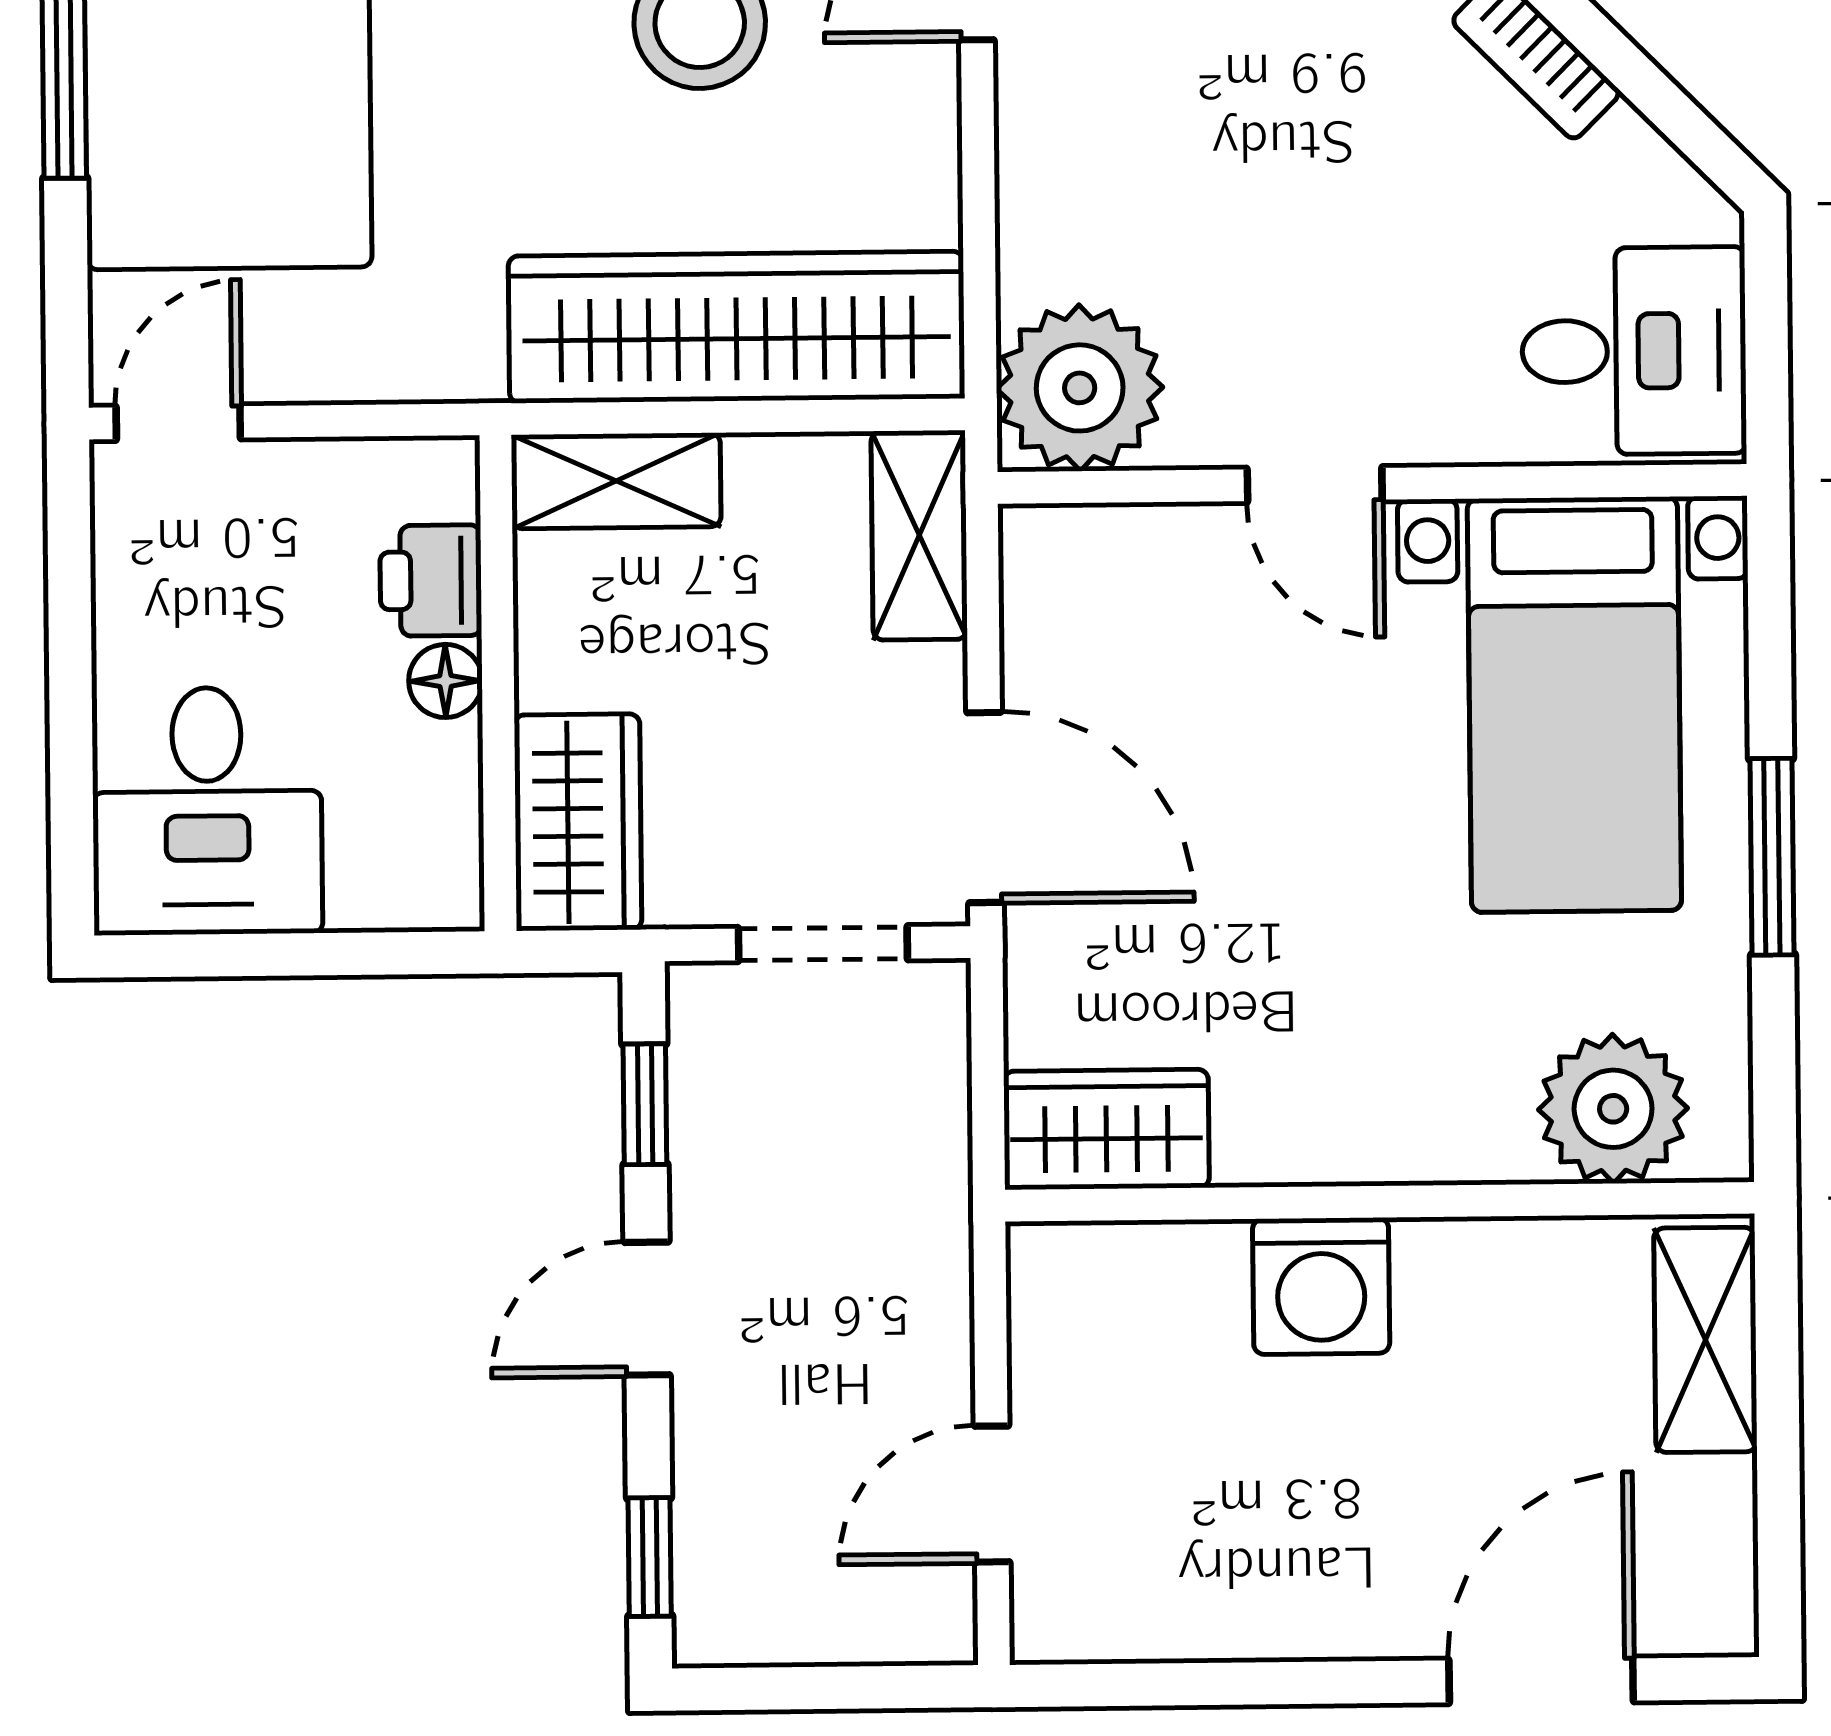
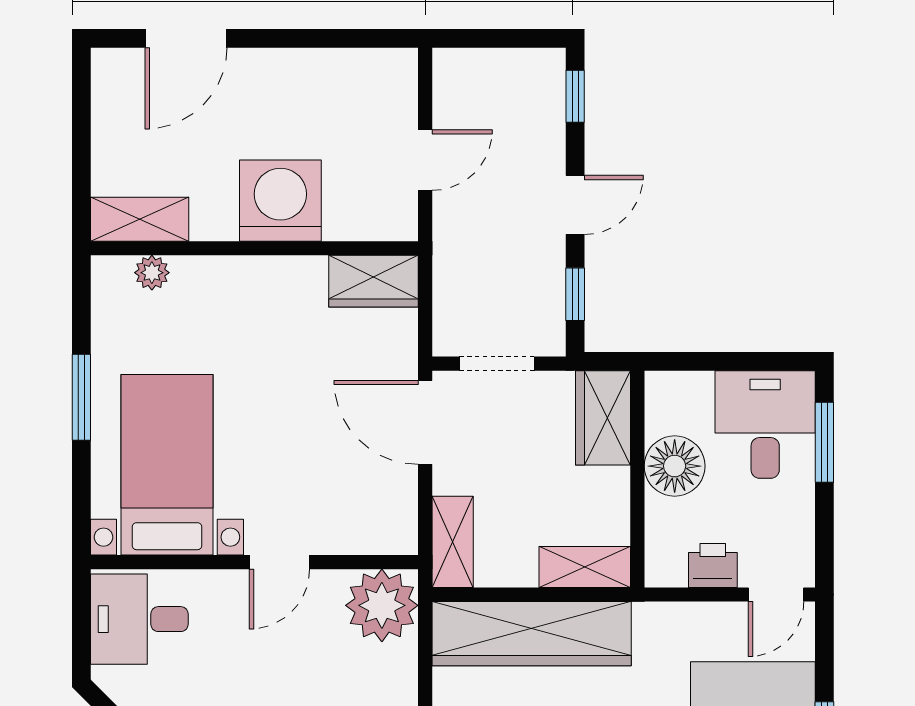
door: (1315, 485) -> (279, 562), swing flipped
printer: (431, 581) -> (713, 565), moved, turned -90
floor lamp: (445, 681) -> (675, 466), width x1.89, depth x1.89
window: (71, 772) -> (824, 442), added
plant: (1613, 1109) -> (152, 273), width x0.53, depth x0.53
washing machine: (1321, 1286) -> (280, 201), width x1.37, depth x1.37
shelving: (1705, 1340) -> (140, 219), moved, turned 90
door: (992, 1494) -> (425, 160), moved

